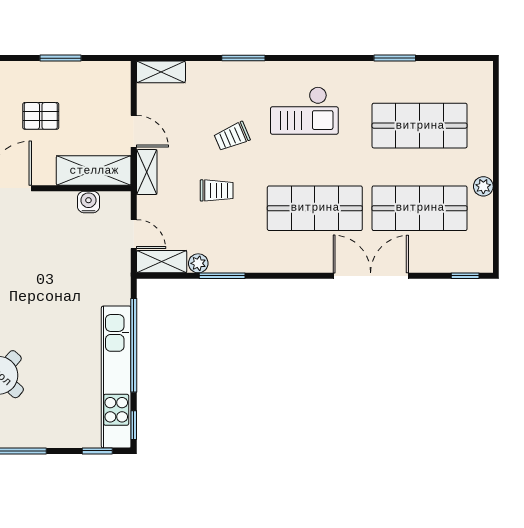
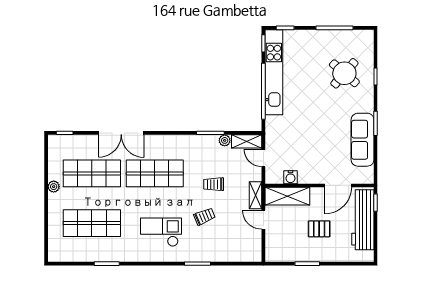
shelving: (161, 72) -> (247, 255), removed

